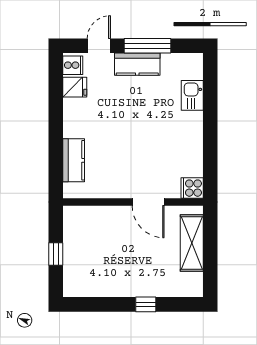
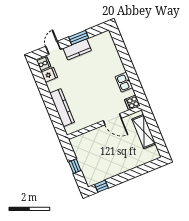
window: (147, 46) -> (79, 38), width x0.69
kitchen sink: (192, 95) -> (124, 82), moved
kitchen counter: (74, 160) -> (62, 108), width x1.50
window: (146, 304) -> (101, 186), moved

